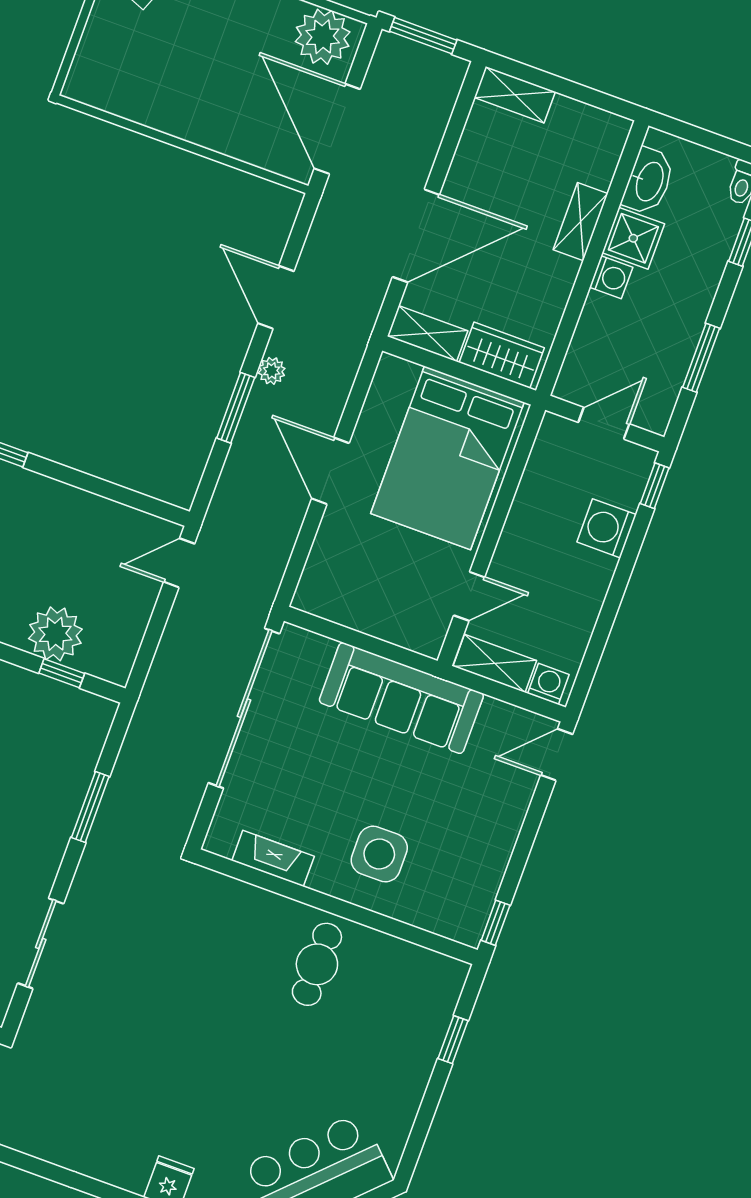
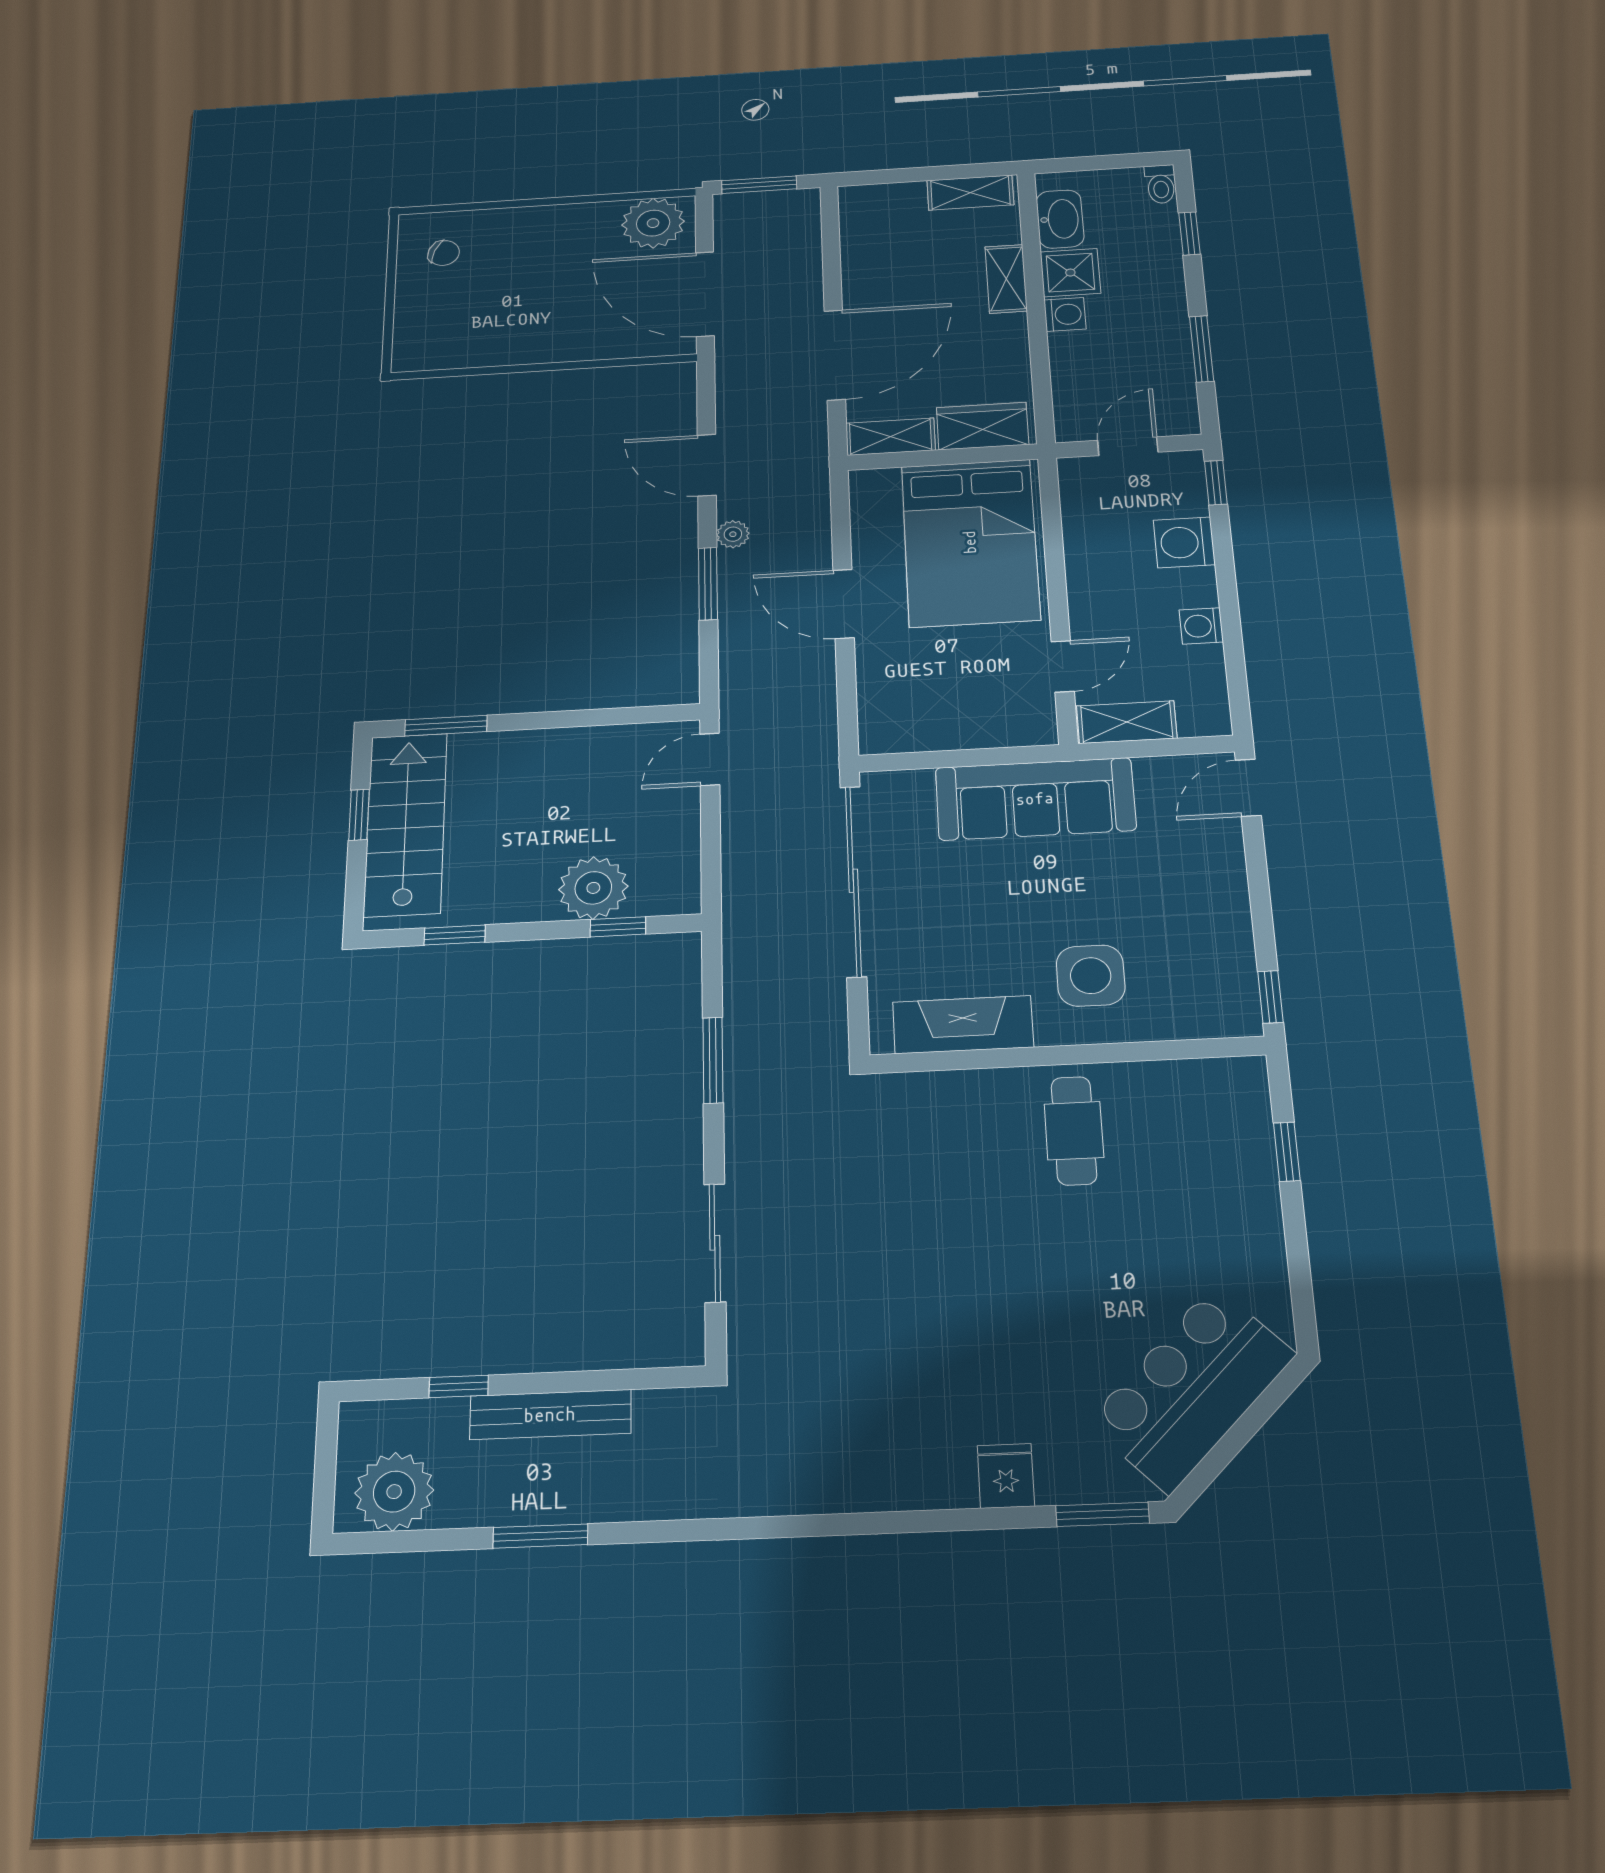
shelving: (515, 95) -> (970, 193), moved
washing machine: (548, 684) -> (1201, 626), moved, turned -90
fireplace: (273, 858) -> (963, 1025), width x1.37, depth x1.32

